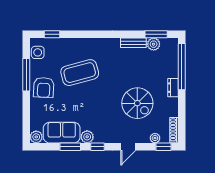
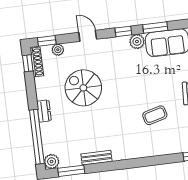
plant: (154, 44) -> (52, 161), moved
coffee table: (80, 73) -> (155, 115), width x0.54, depth x0.58
window: (182, 130) -> (28, 63), added
door: (128, 147) -> (88, 36), hinge flipped

